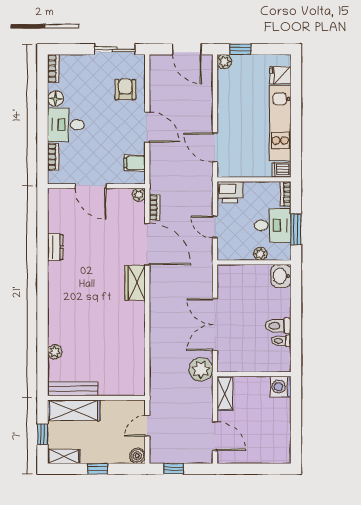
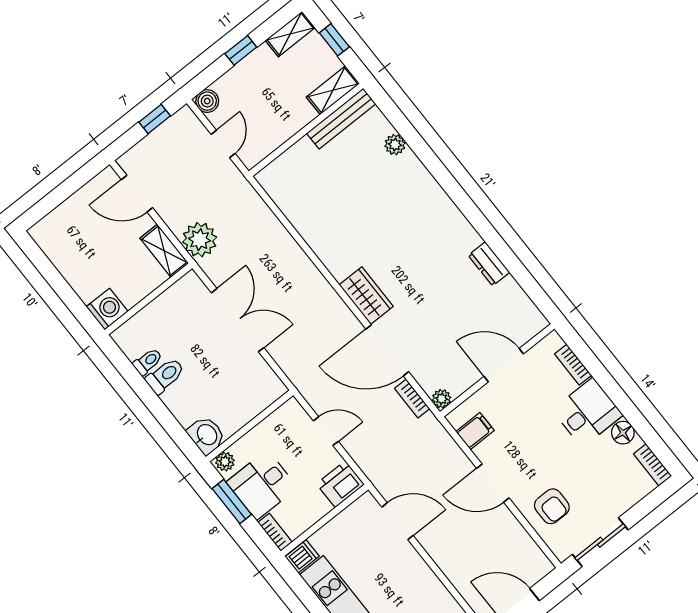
plant: (260, 254) -> (225, 462), moved
plant: (201, 369) -> (200, 240), moved
shelving: (74, 410) -> (333, 90), width x0.67, depth x0.75

